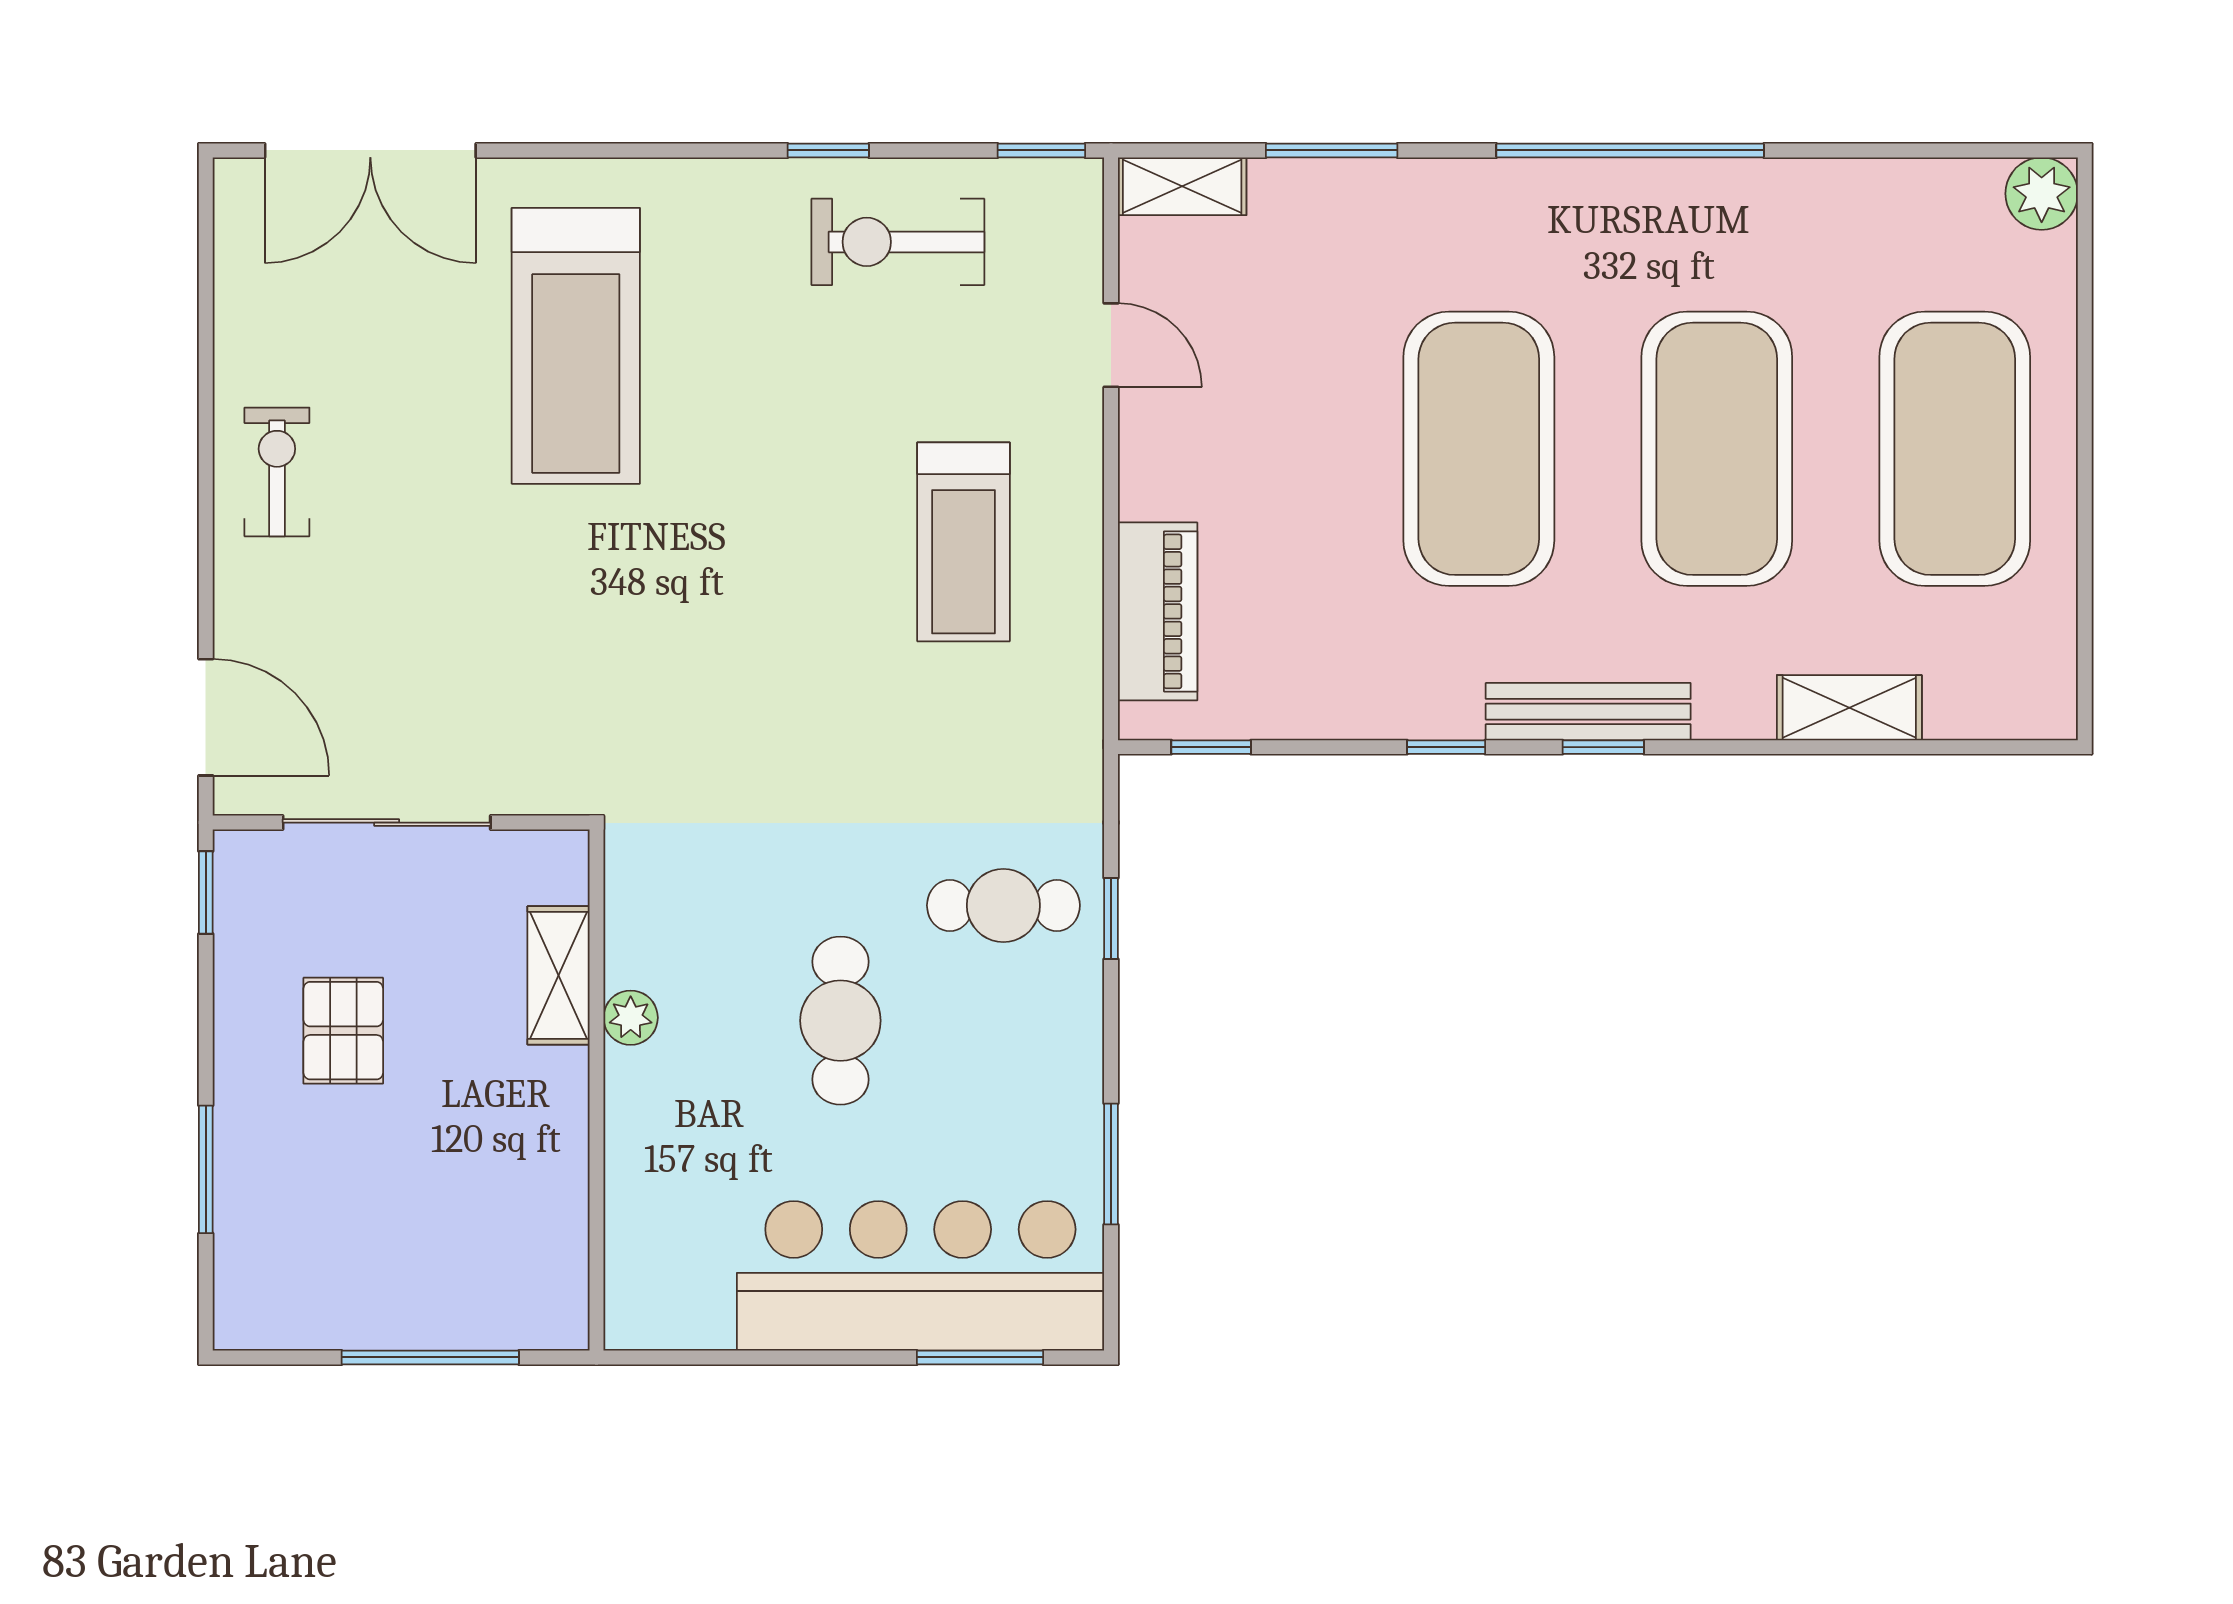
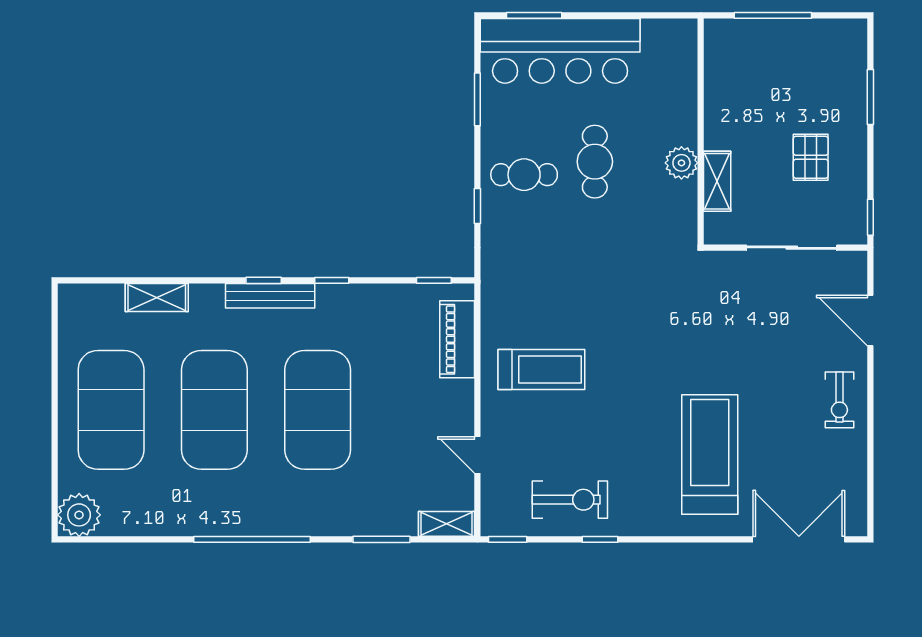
plant: (2042, 194) -> (79, 515), width x1.36, depth x1.36
treadmill: (964, 542) -> (541, 369), turned 90
door: (206, 717) -> (870, 321), moved
cafe table: (1003, 905) -> (524, 175), moved
plant: (631, 1018) -> (681, 163), width x1.38, depth x1.38

